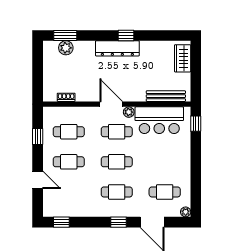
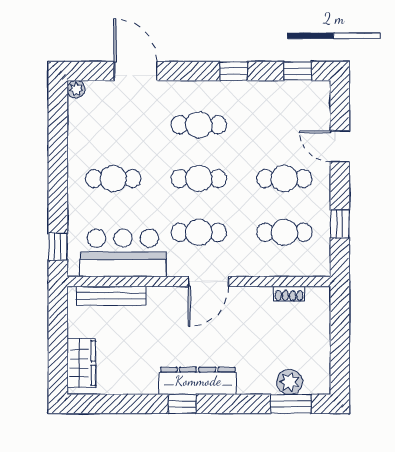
door: (111, 104) -> (209, 281), hinge flipped
plant: (129, 112) -> (177, 267), removed
cafe table: (165, 192) -> (113, 179), moved
window: (119, 222) -> (234, 71), moved

